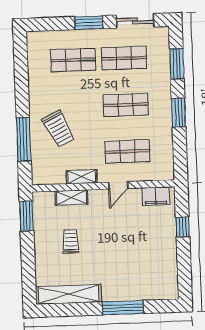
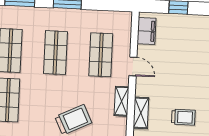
trolley: (71, 241) -> (183, 117), turned 180

